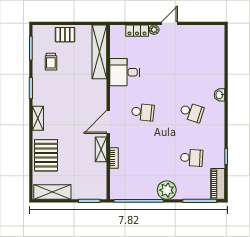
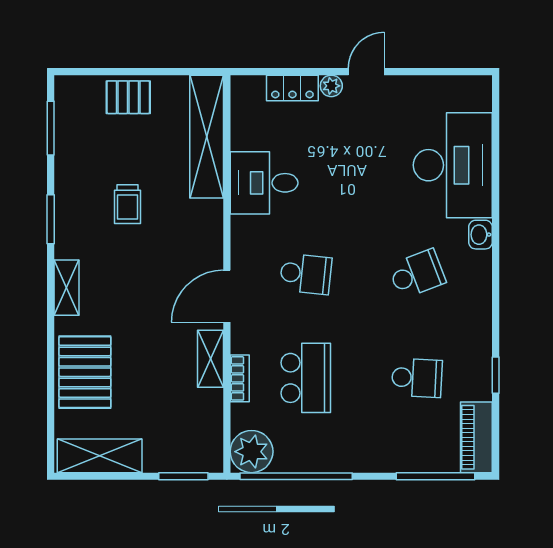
trolley: (51, 62) -> (128, 204), moved
desk: (207, 64) -> (453, 165), added
school desk: (192, 112) -> (417, 274), turned -39
school desk: (143, 158) -> (306, 378), added
plant: (167, 190) -> (252, 452), moved

